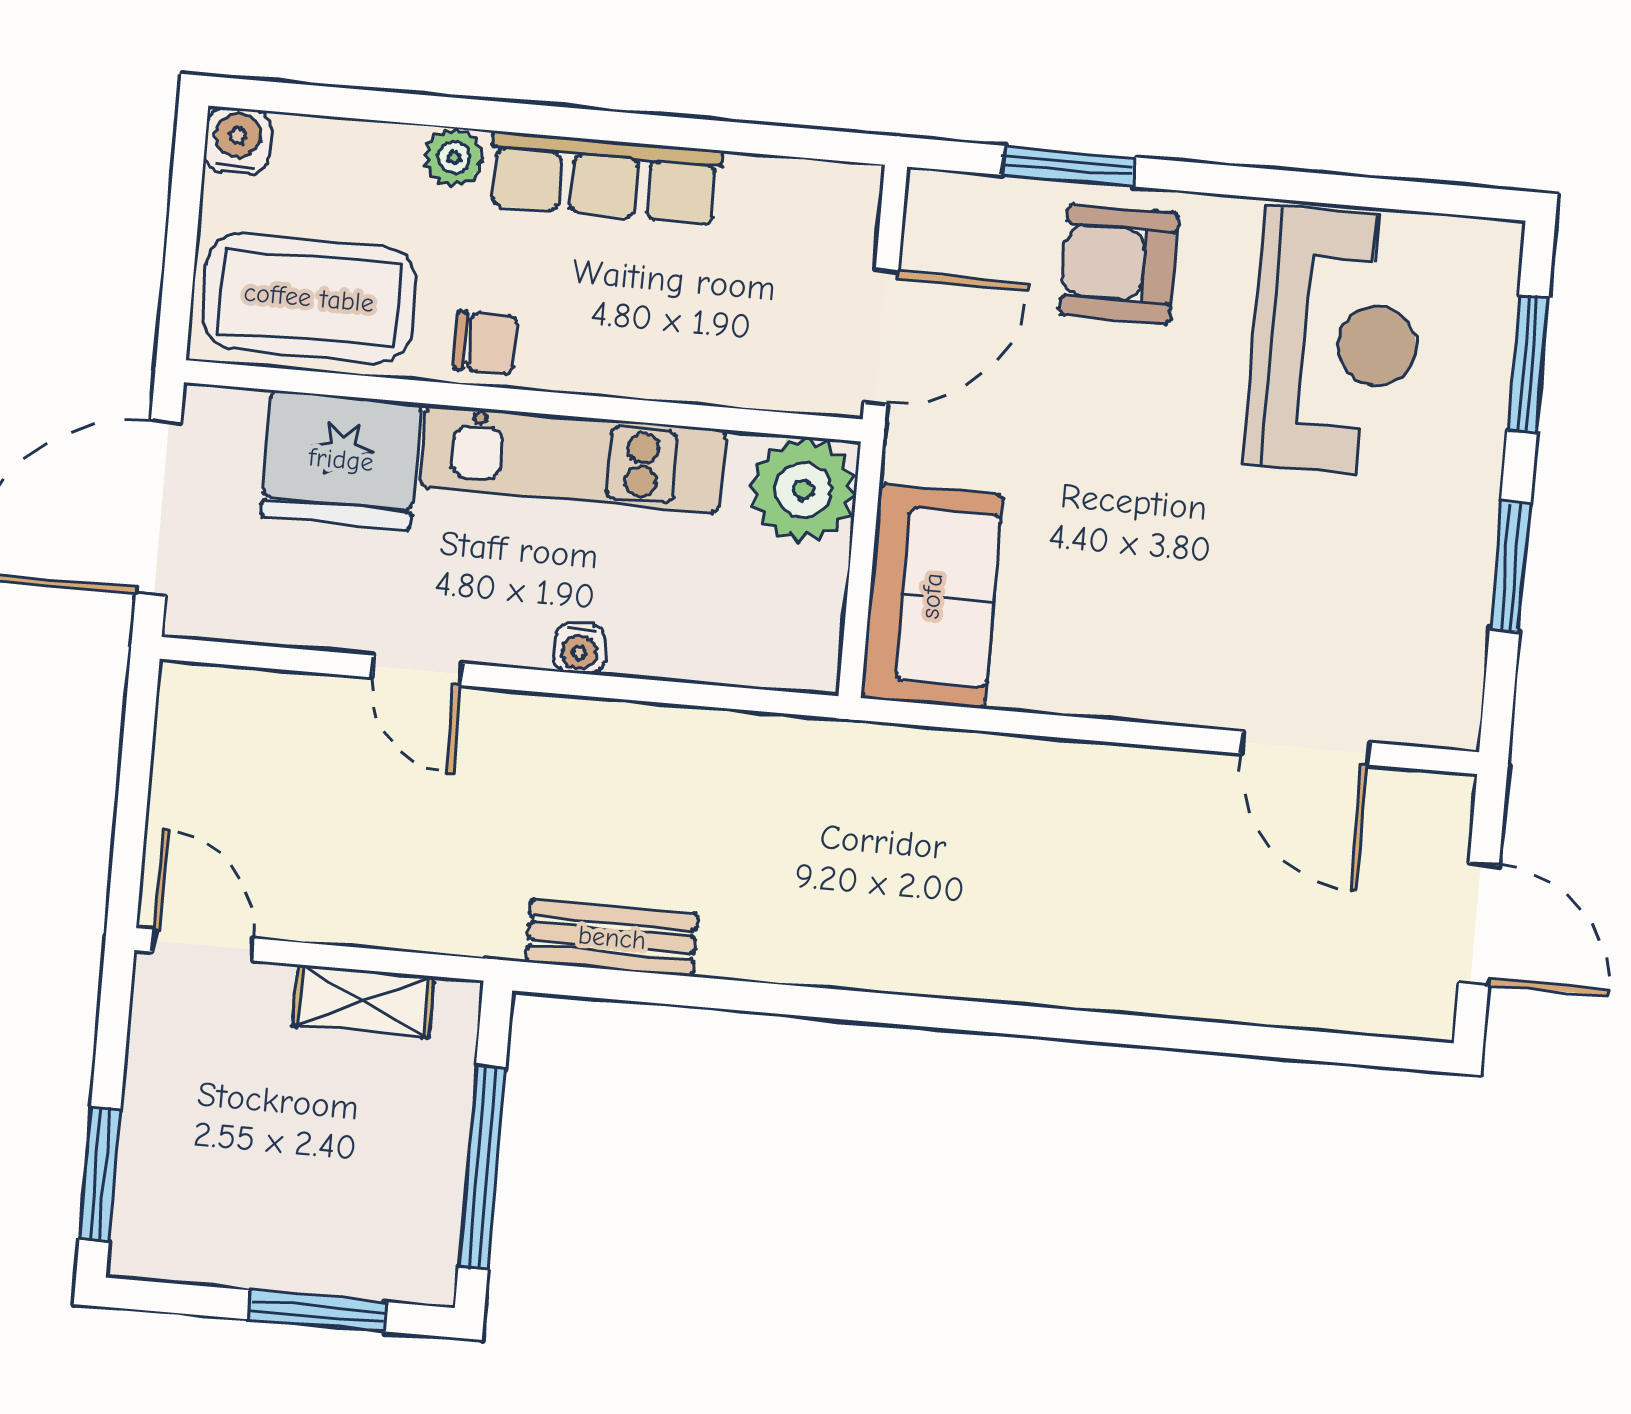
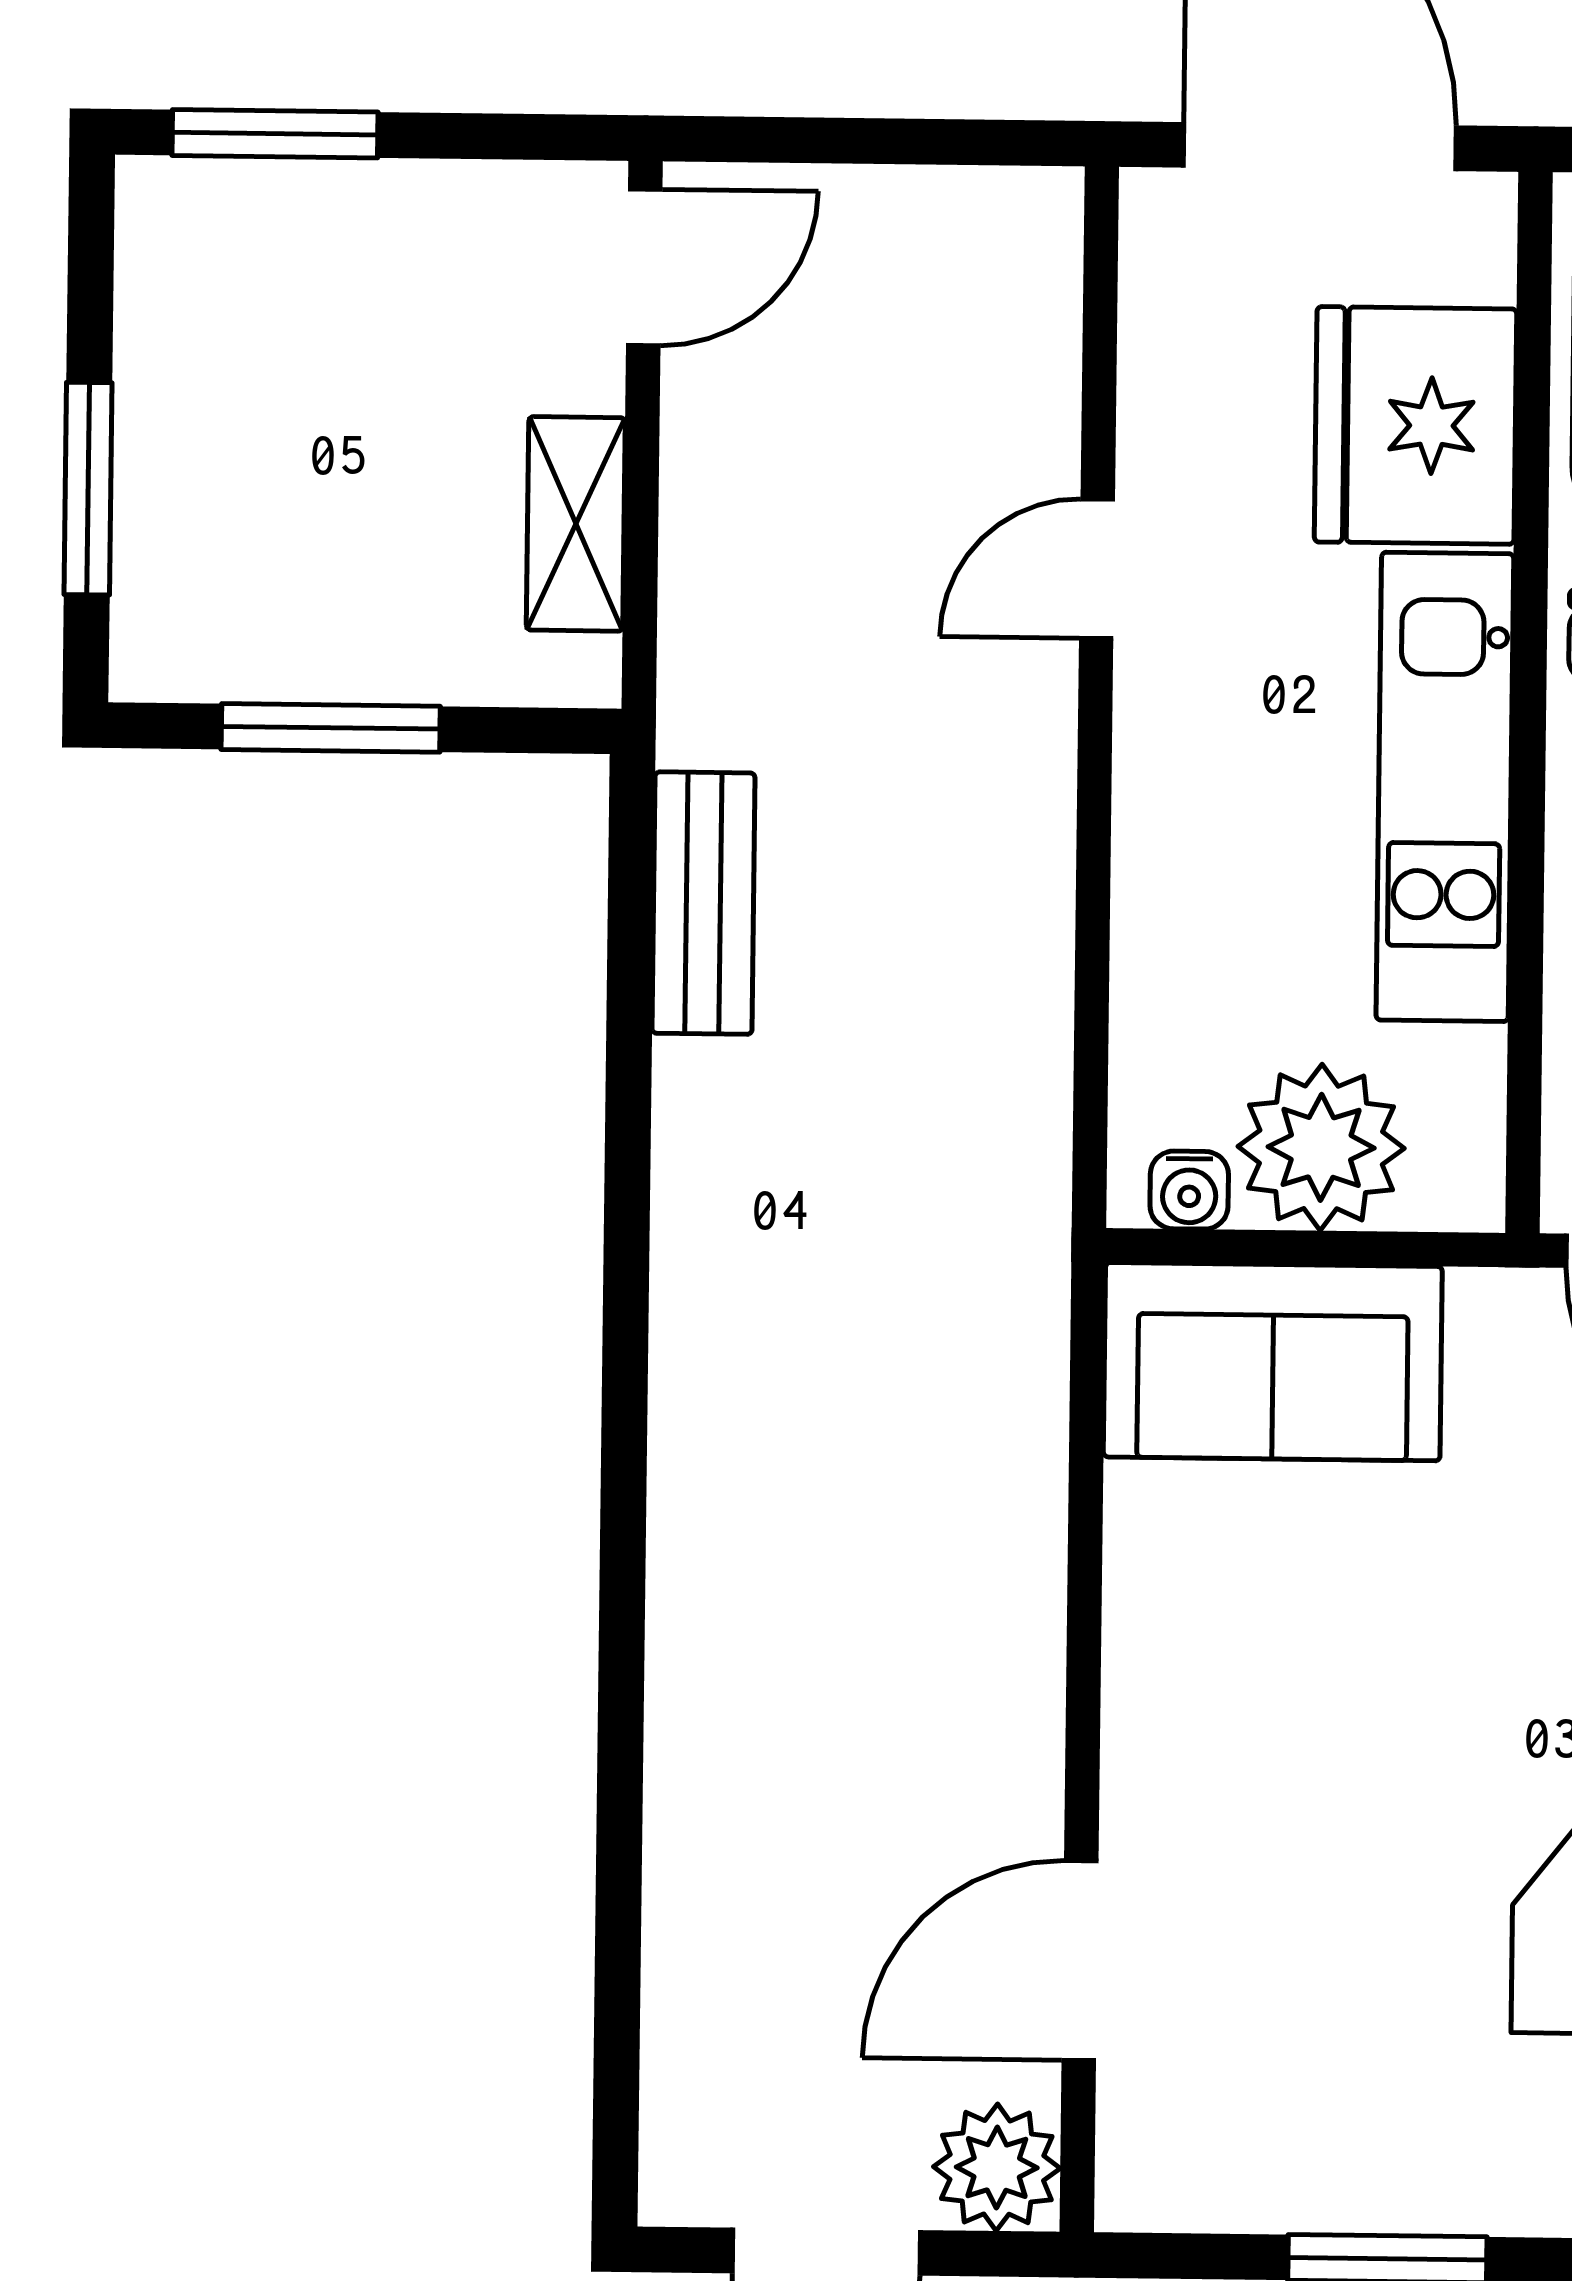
plant: (803, 490) -> (1321, 1147), moved
water cooler: (580, 649) -> (1189, 1190), moved, turned -90
plant: (1433, 811) -> (997, 2167), added
window: (482, 1167) -> (331, 728), width x0.69

